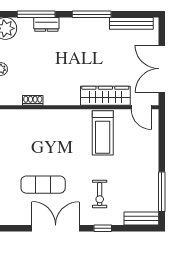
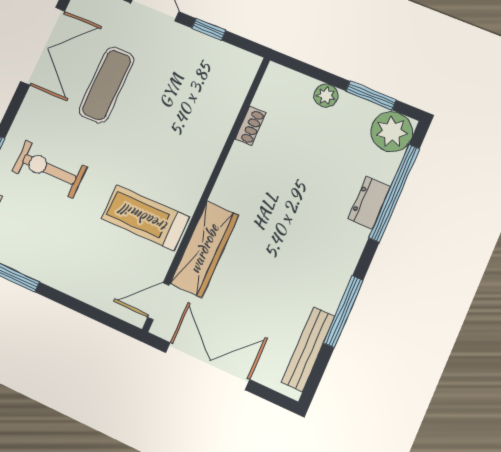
window: (36, 14) -> (394, 193), width x1.46
window: (92, 14) -> (343, 312), moved
exercise bike: (100, 194) -> (49, 169), width x1.38, depth x1.39
double door: (56, 228) -> (43, 46), moved

